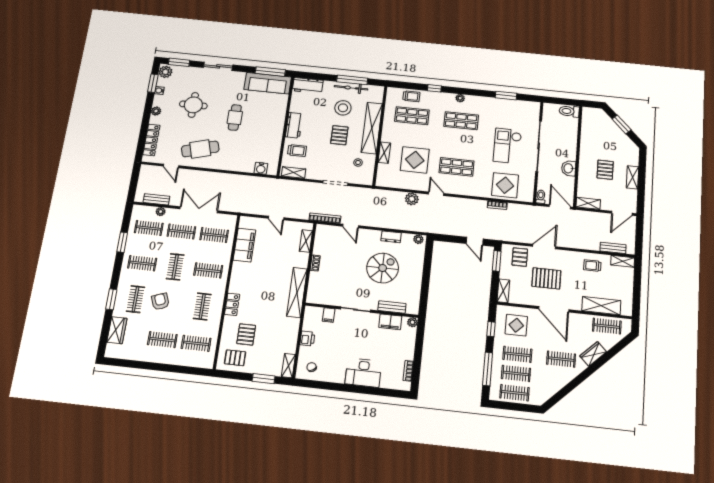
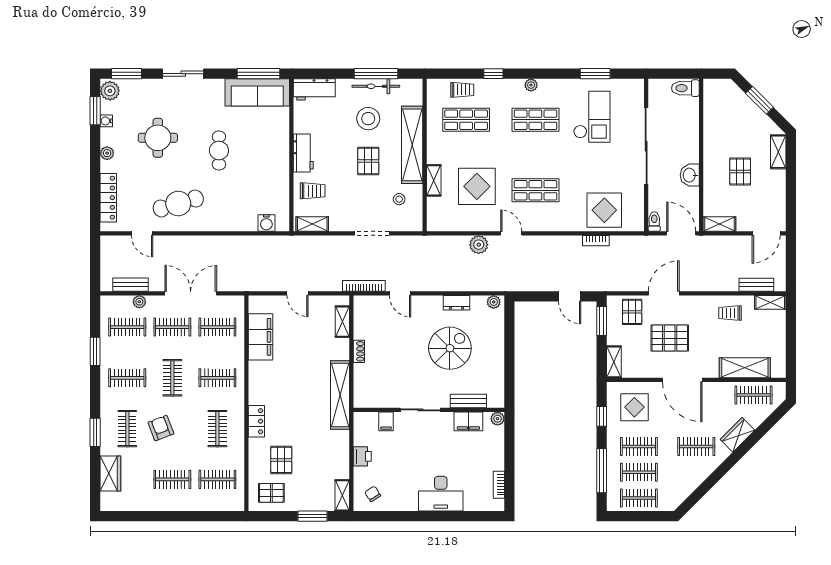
checkout: (507, 146) -> (592, 117), moved, turned 180
shelving: (633, 177) -> (778, 152), moved

